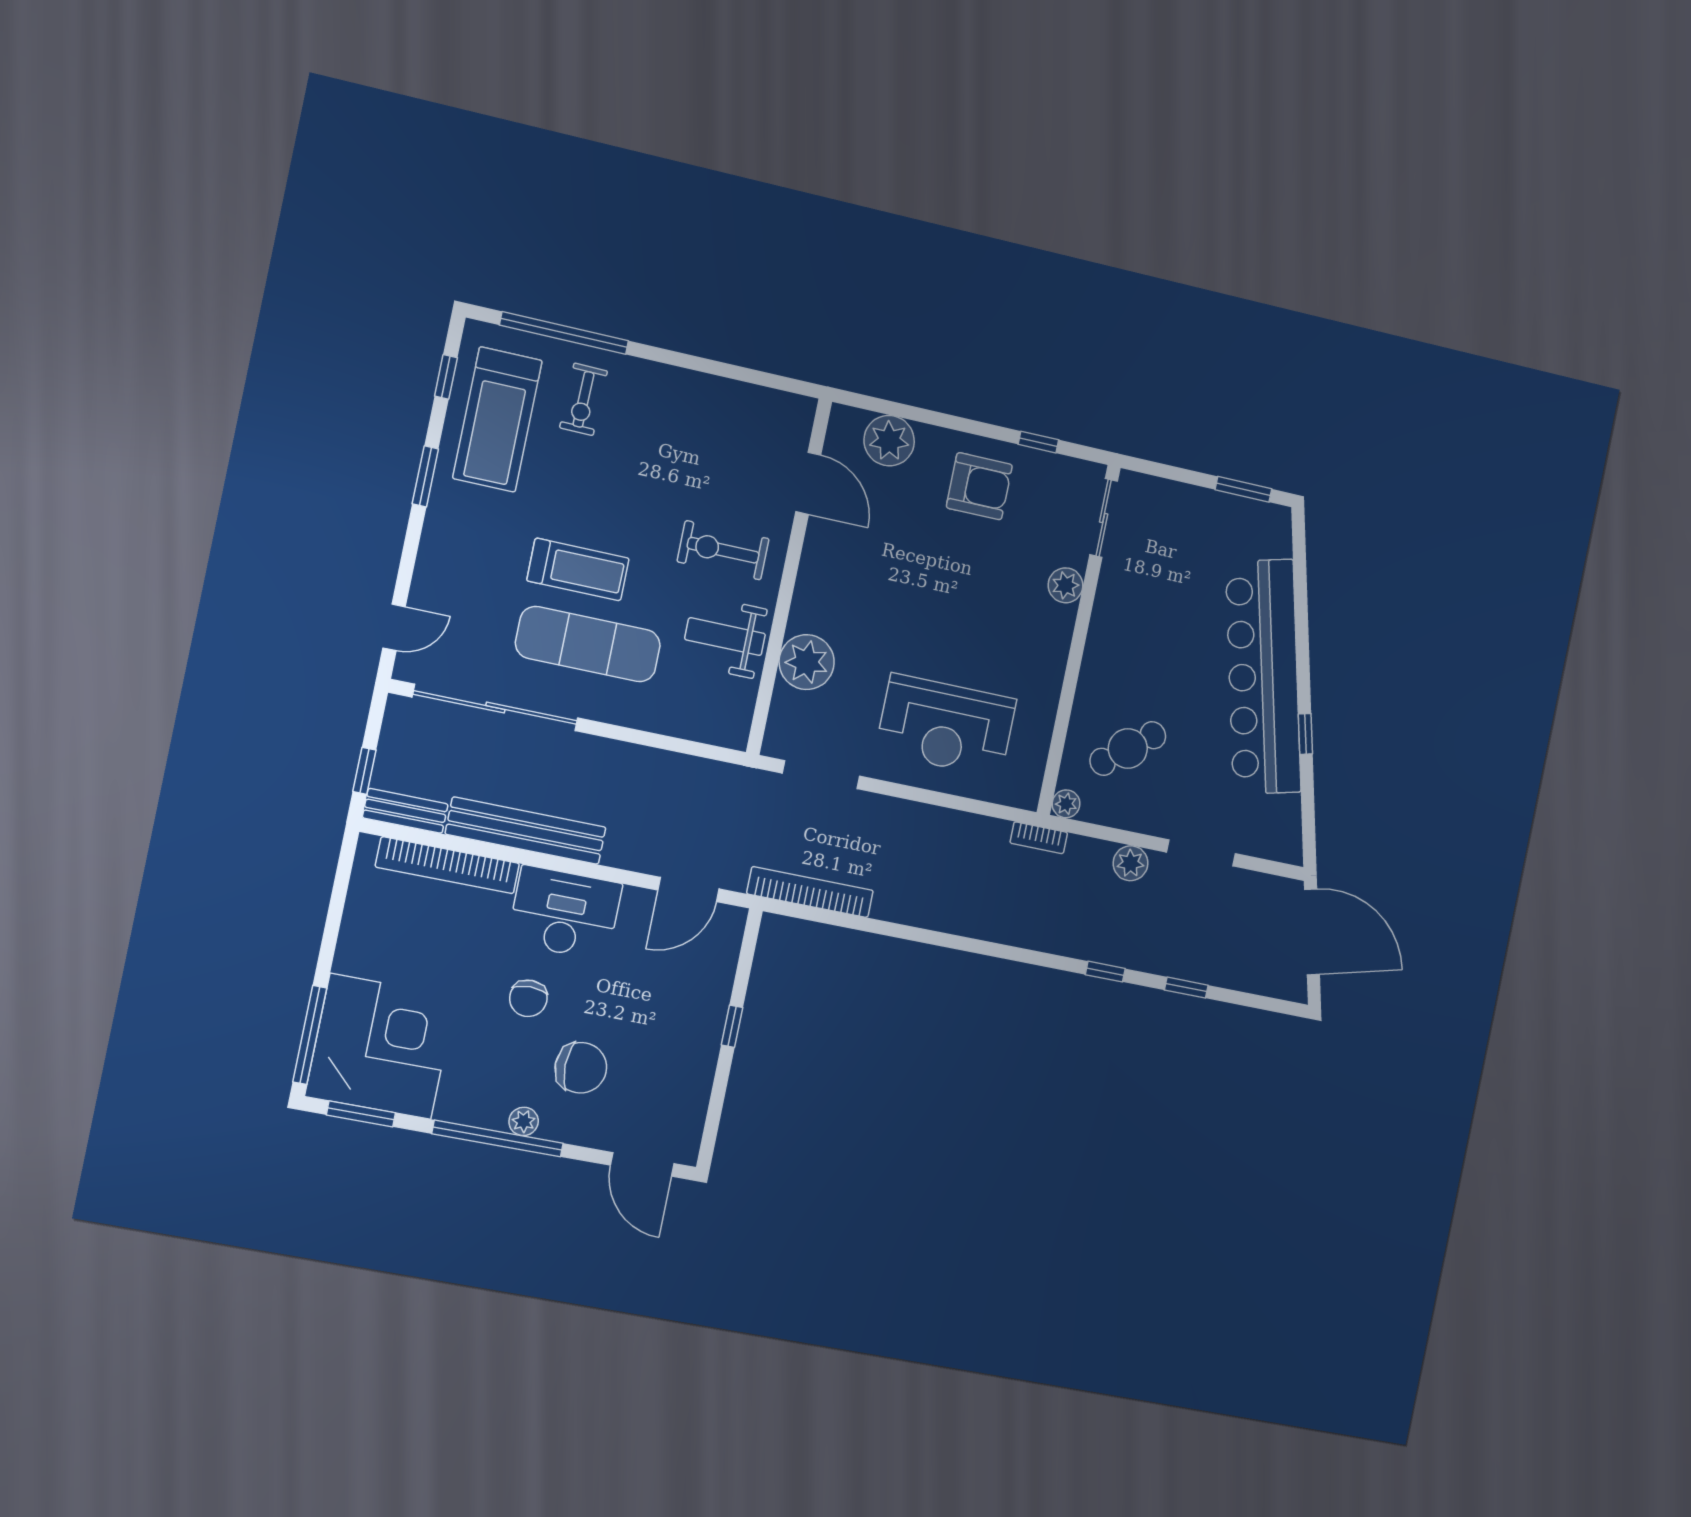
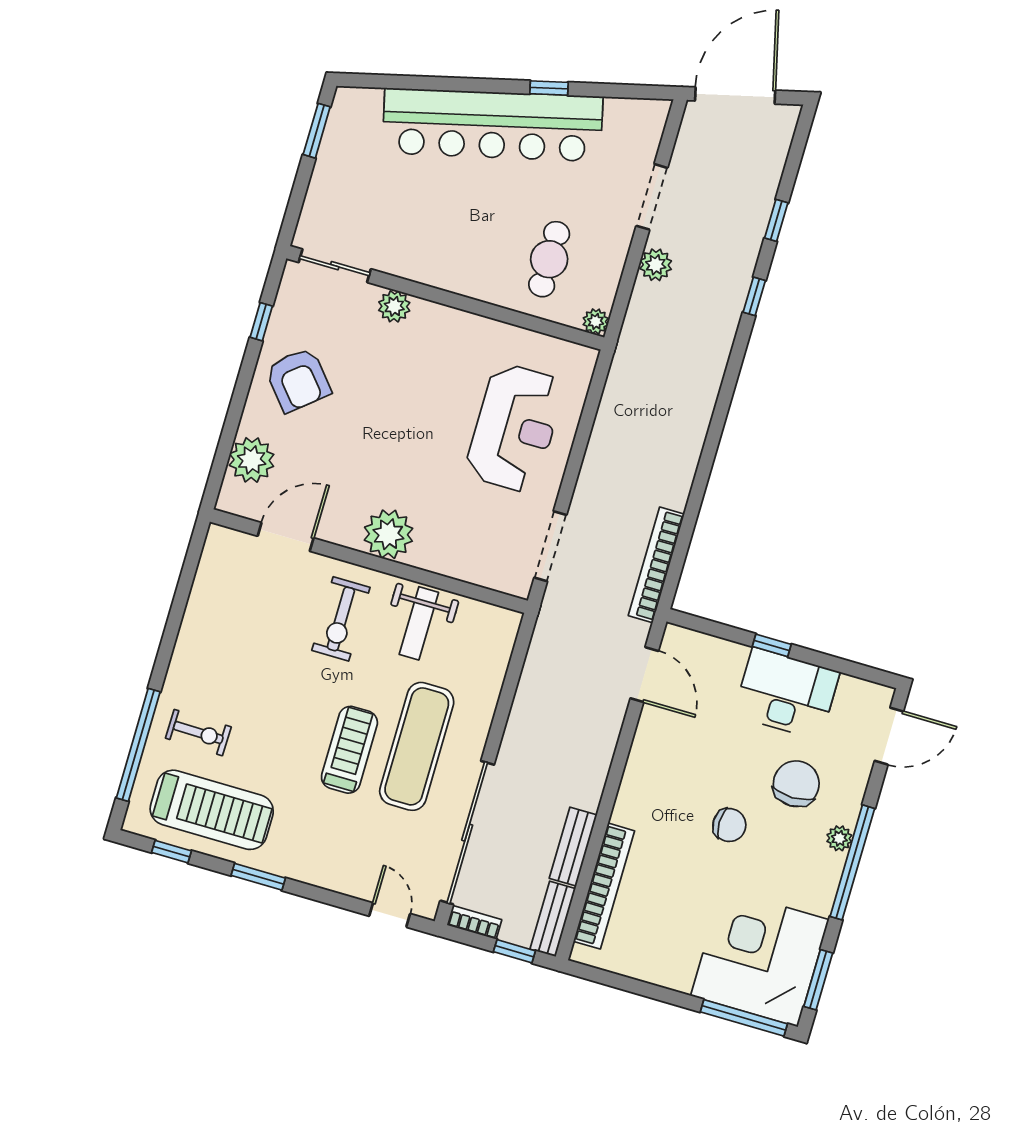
armchair: (979, 486) -> (298, 380), turned 140
plant: (807, 662) -> (388, 534), moved
cafe table: (1128, 748) -> (549, 259), turned 39
bench: (526, 831) -> (573, 847), width x0.54, depth x0.82
bookcase: (1039, 838) -> (474, 922), moved, turned -90
desk: (565, 913) -> (786, 694), moved, turned 90

